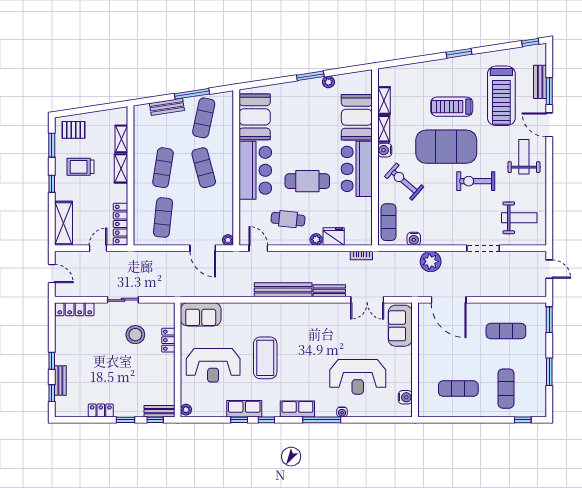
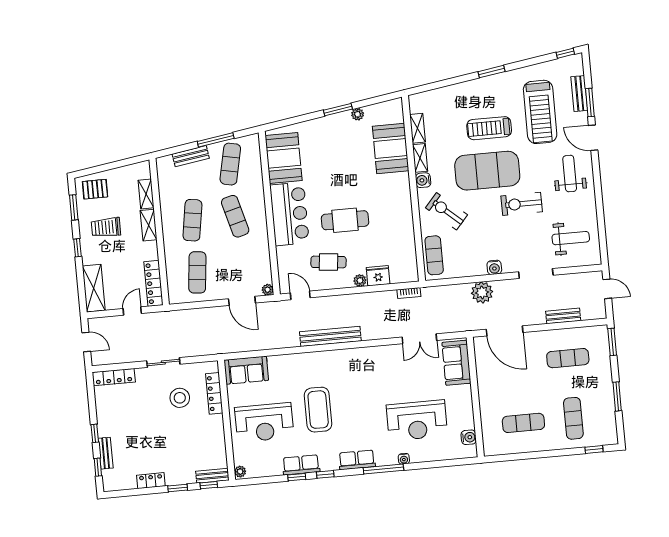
bar counter: (357, 169) -> (396, 203), removed
water cooler: (414, 239) -> (494, 267), moved
bench: (329, 291) -> (563, 316), moved
locker: (168, 340) -> (214, 393), width x1.53

